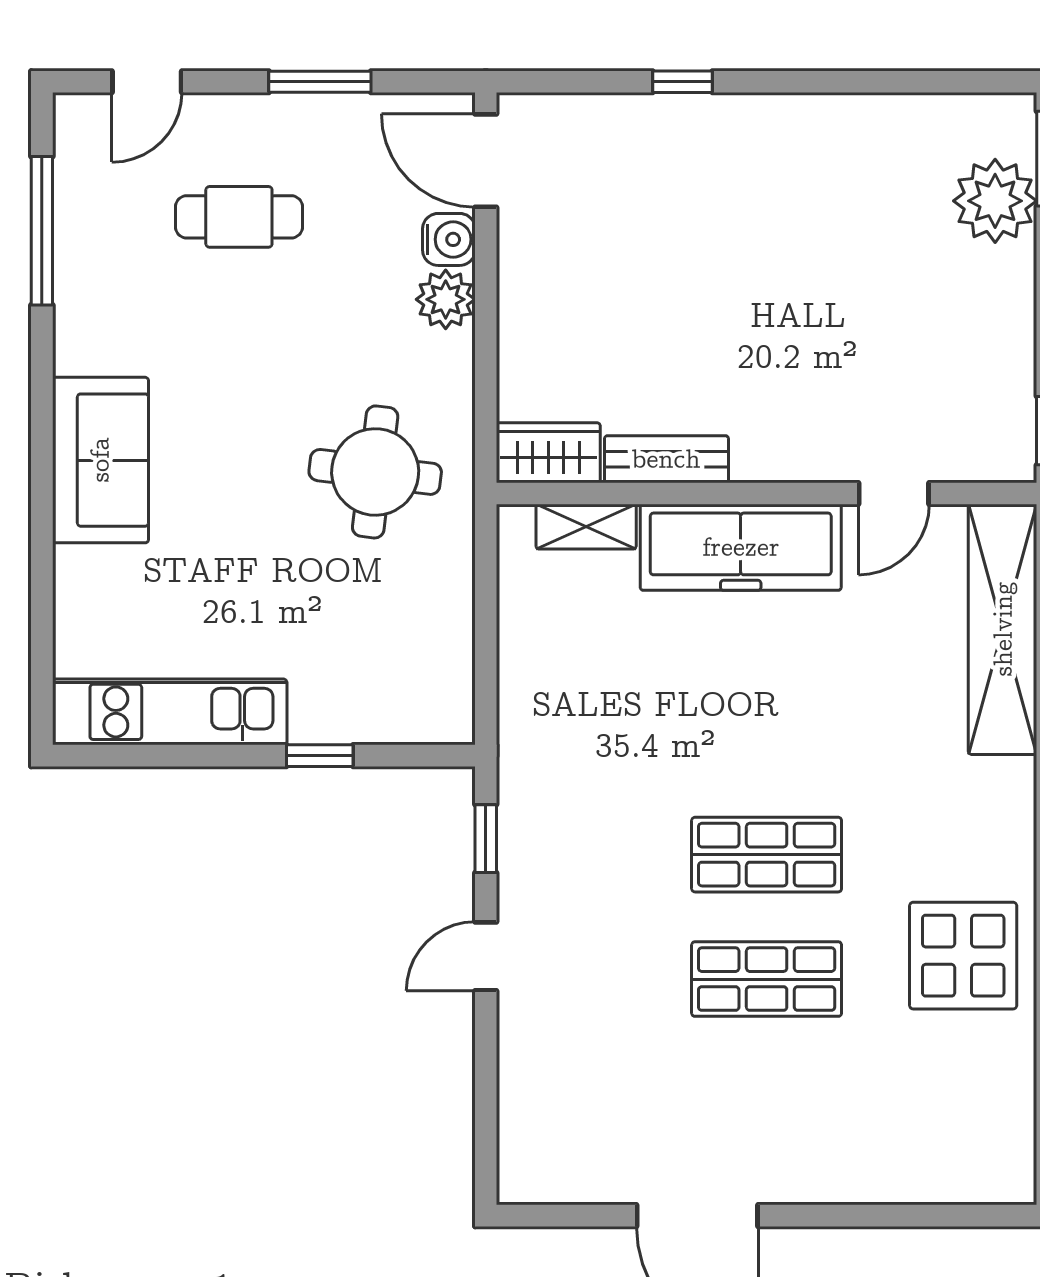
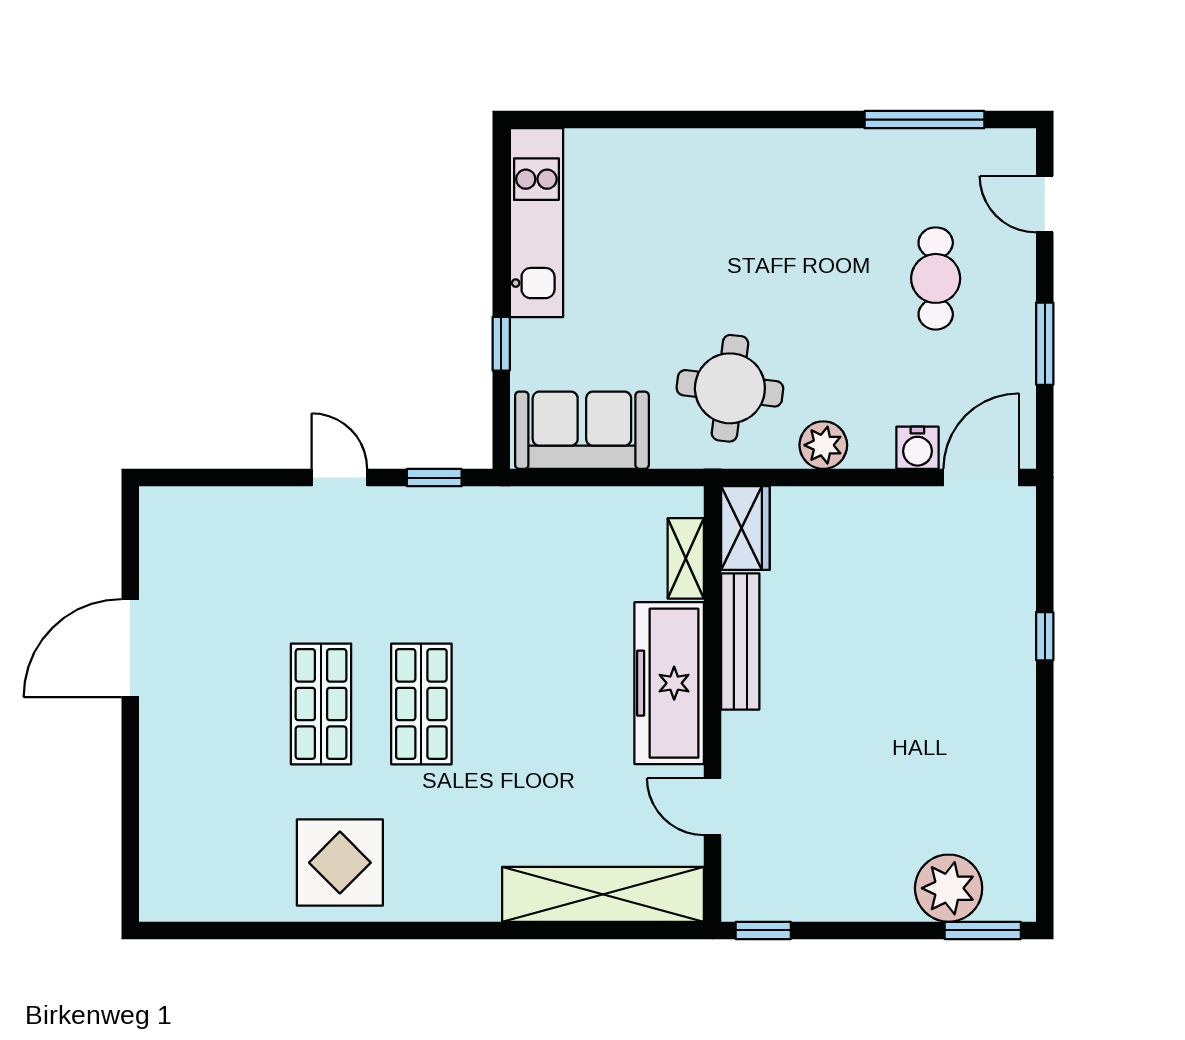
plant: (446, 299) -> (823, 445), moved
bench: (666, 459) -> (740, 641), width x1.36
sofa: (100, 460) -> (582, 430), moved, turned 180

